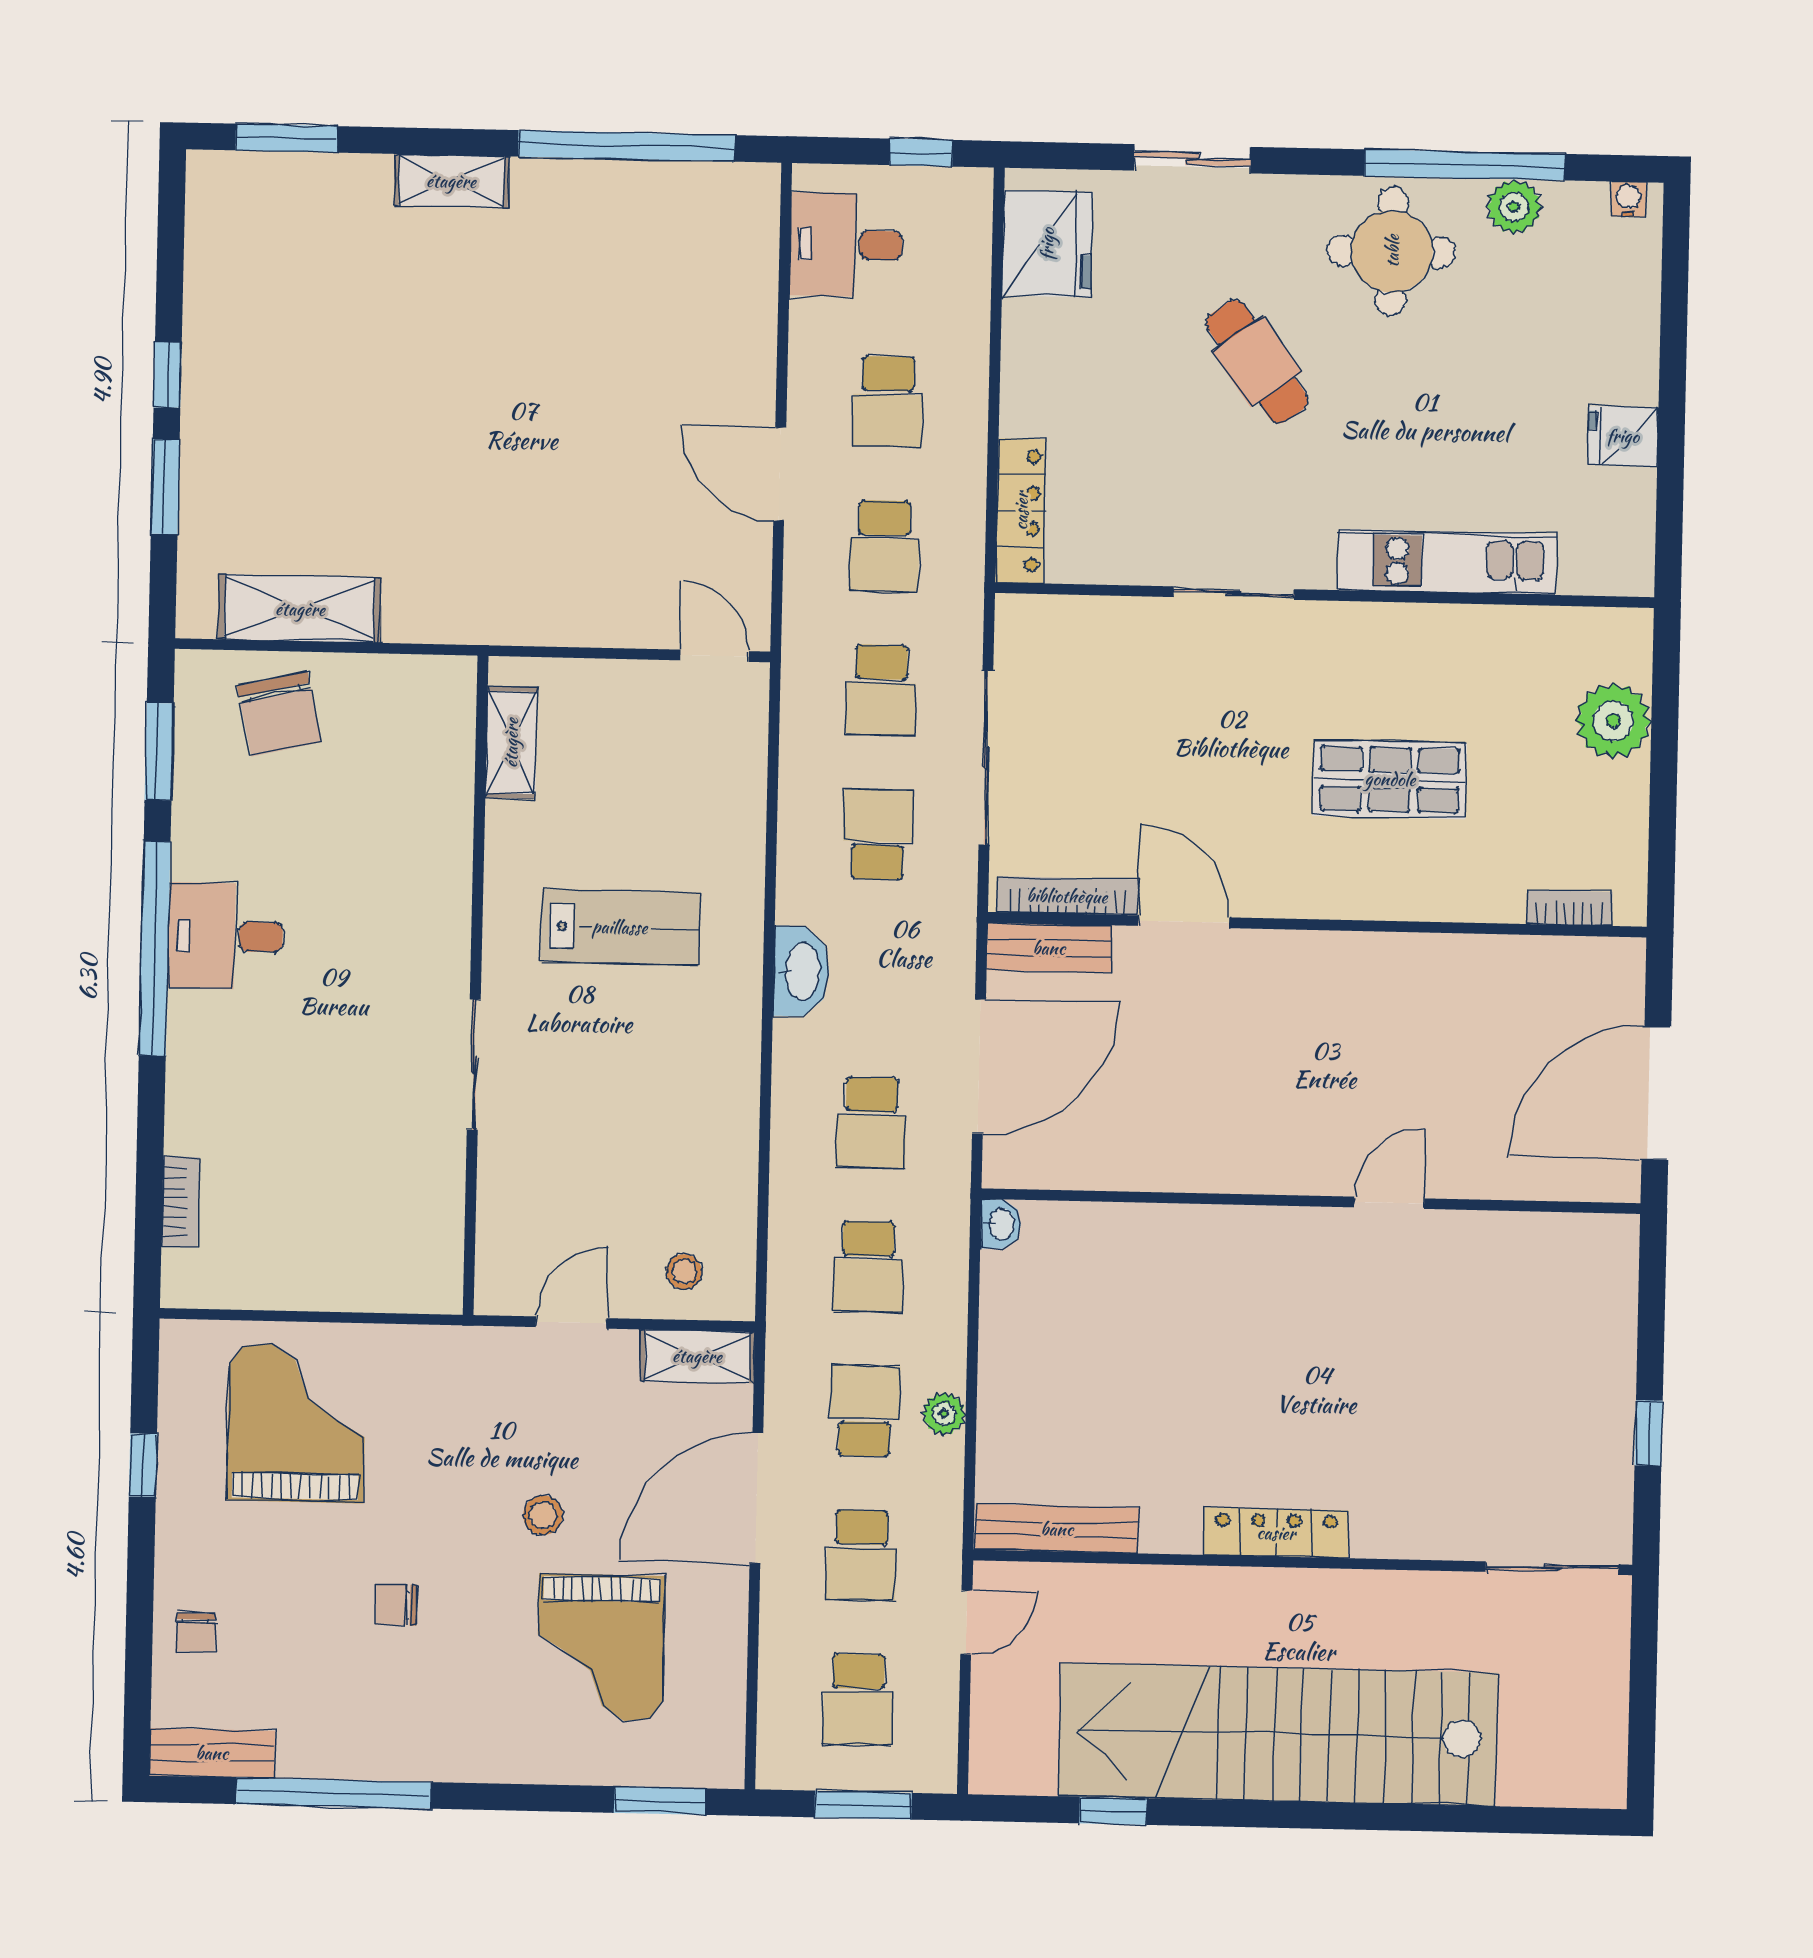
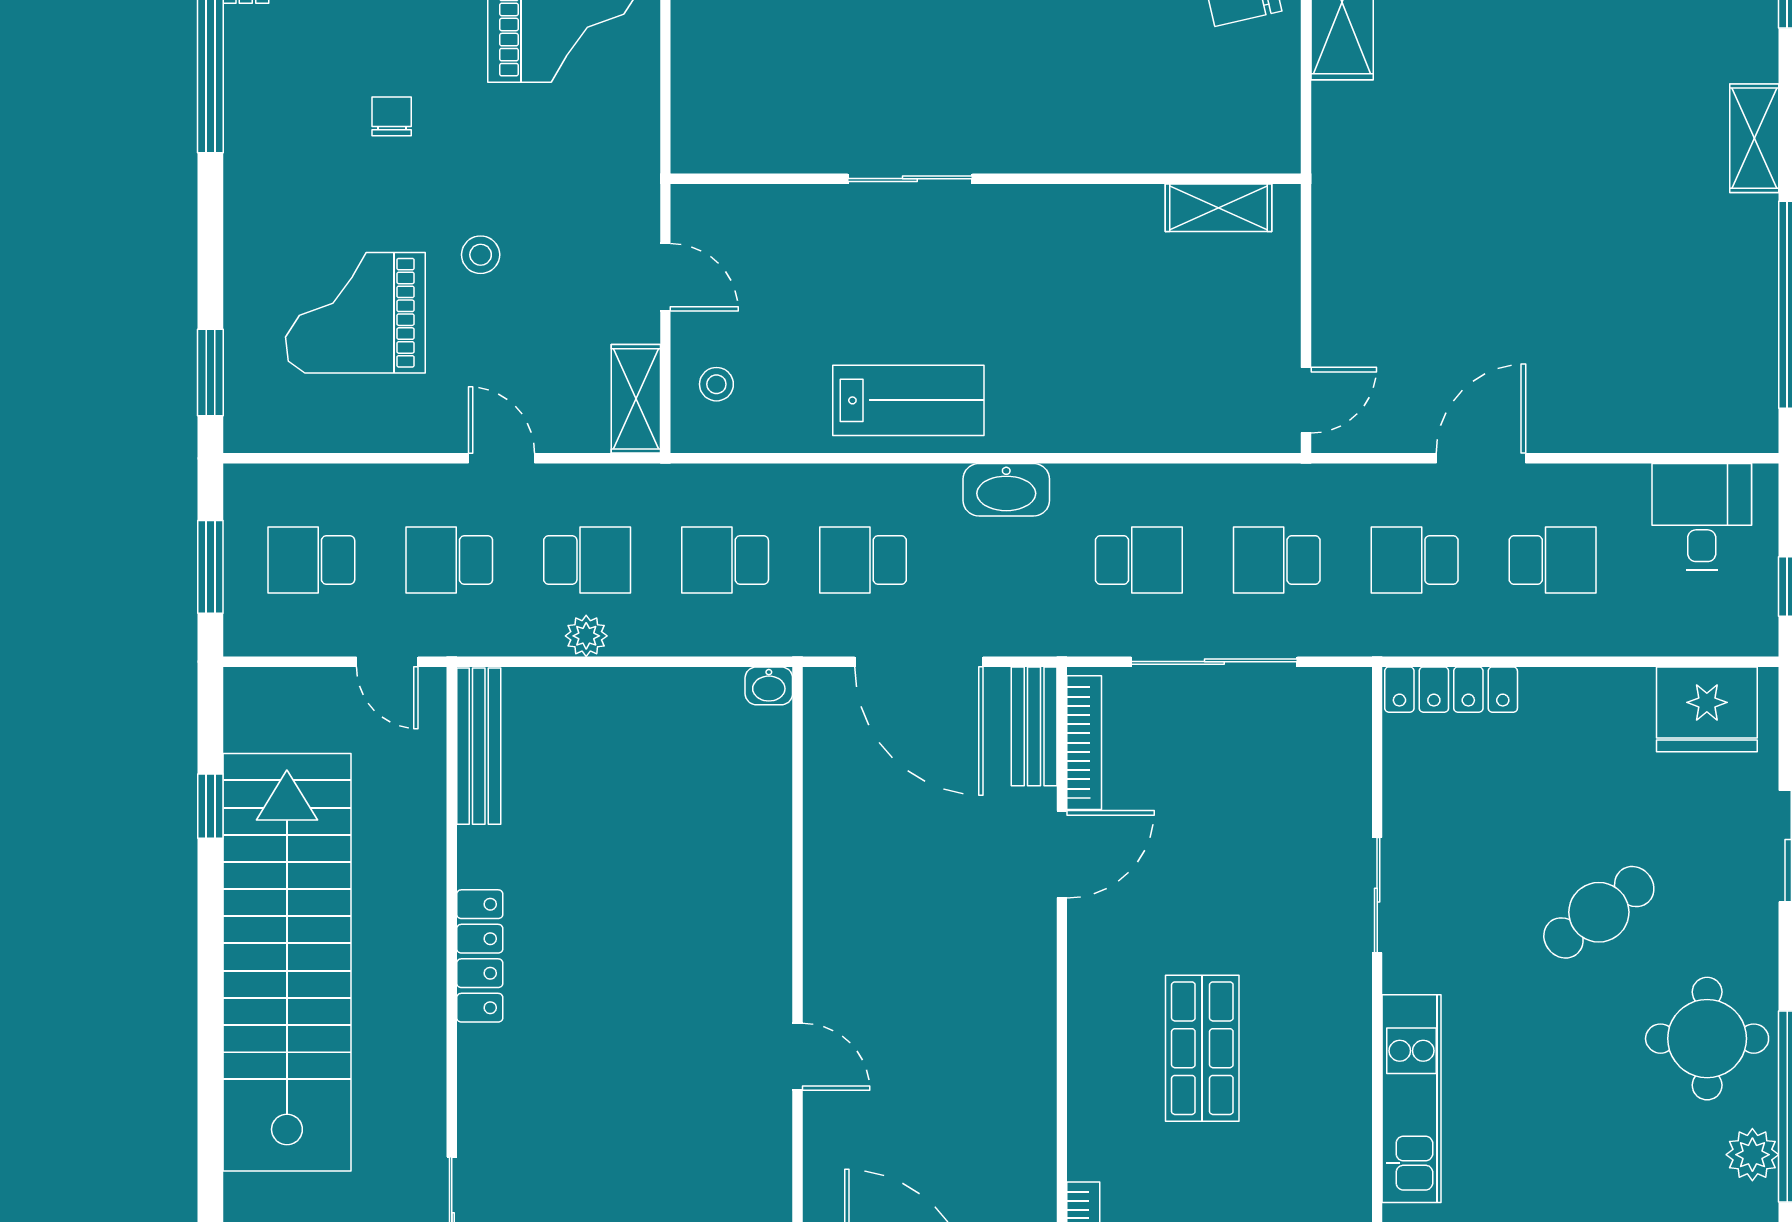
school desk: (888, 402) -> (1553, 560), turned 180
lab bench: (620, 927) -> (908, 400), moved, turned -90
door: (756, 1498) -> (501, 458), width x0.53

